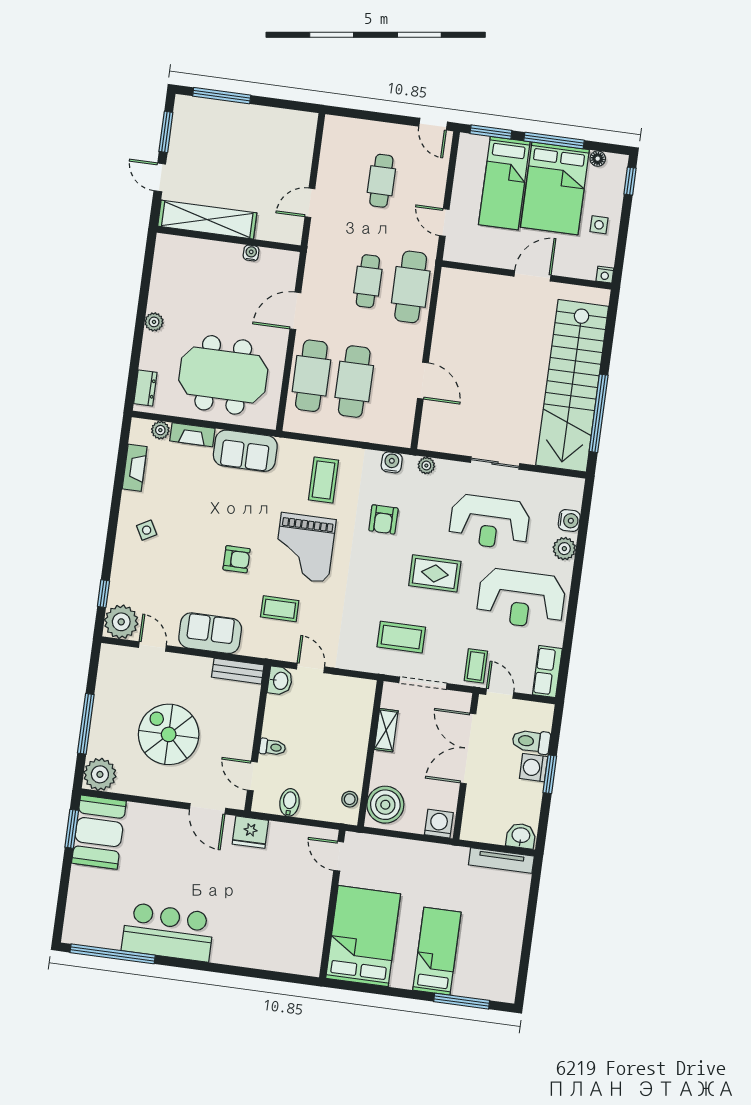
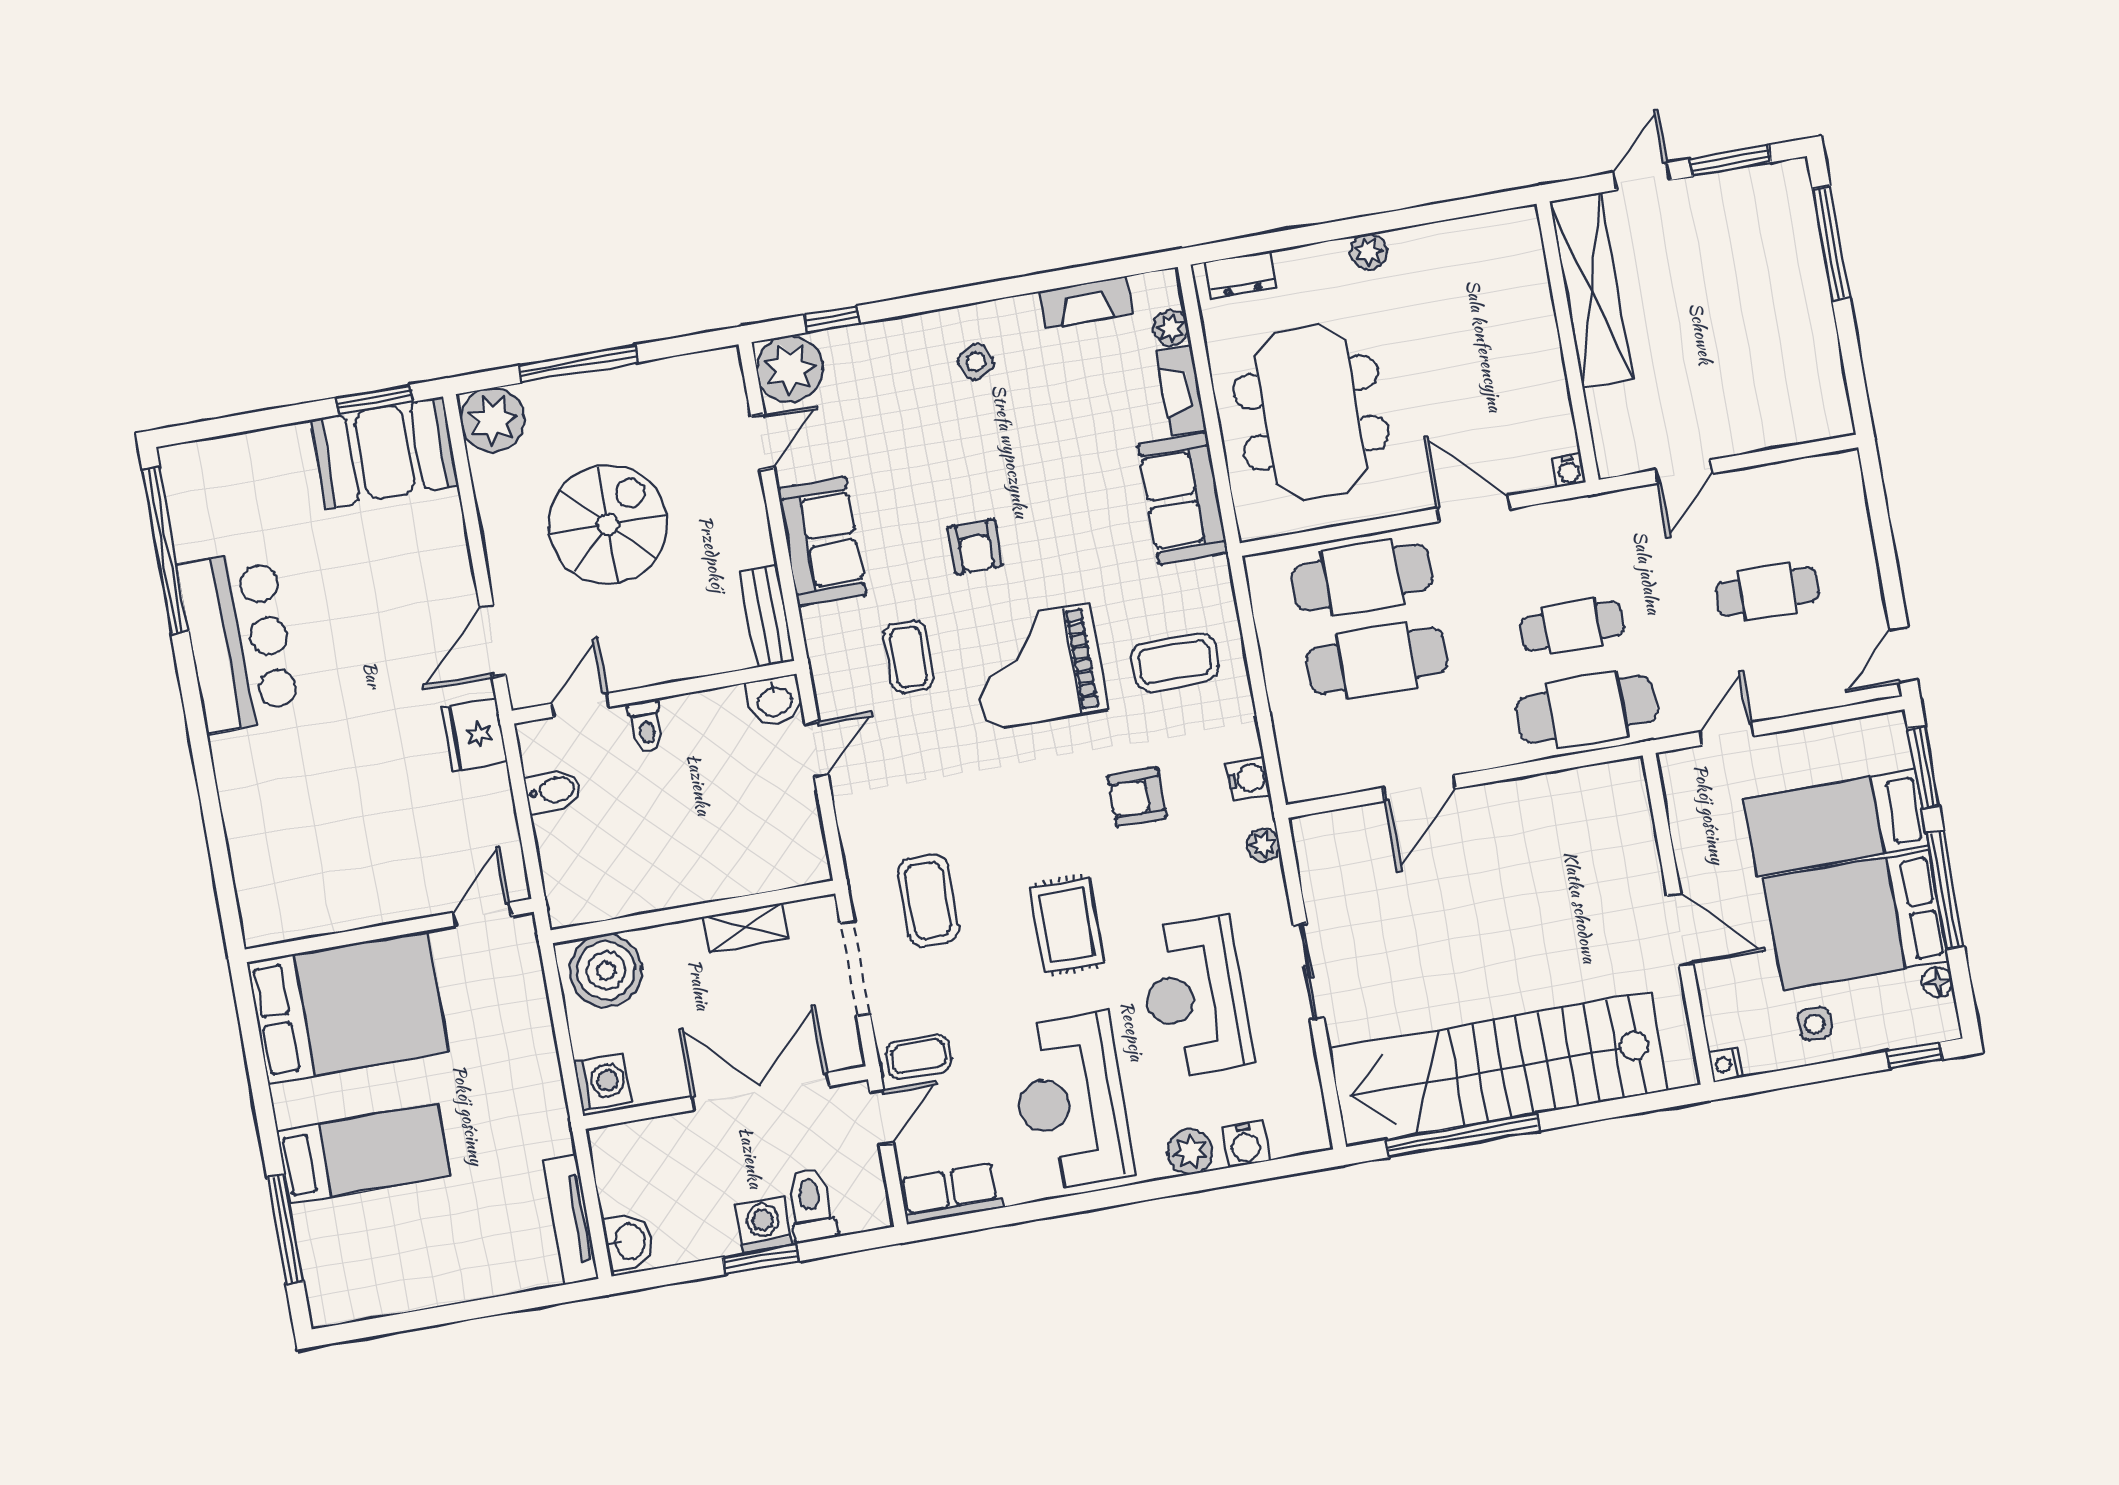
door: (310, 203) -> (1684, 471), swing flipped
water cooler: (251, 253) -> (1569, 470), moved, turned 90
stool: (350, 799) -> (595, 901), removed

